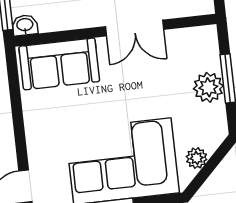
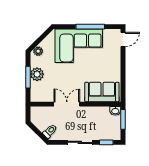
plant: (197, 158) -> (38, 51), moved

